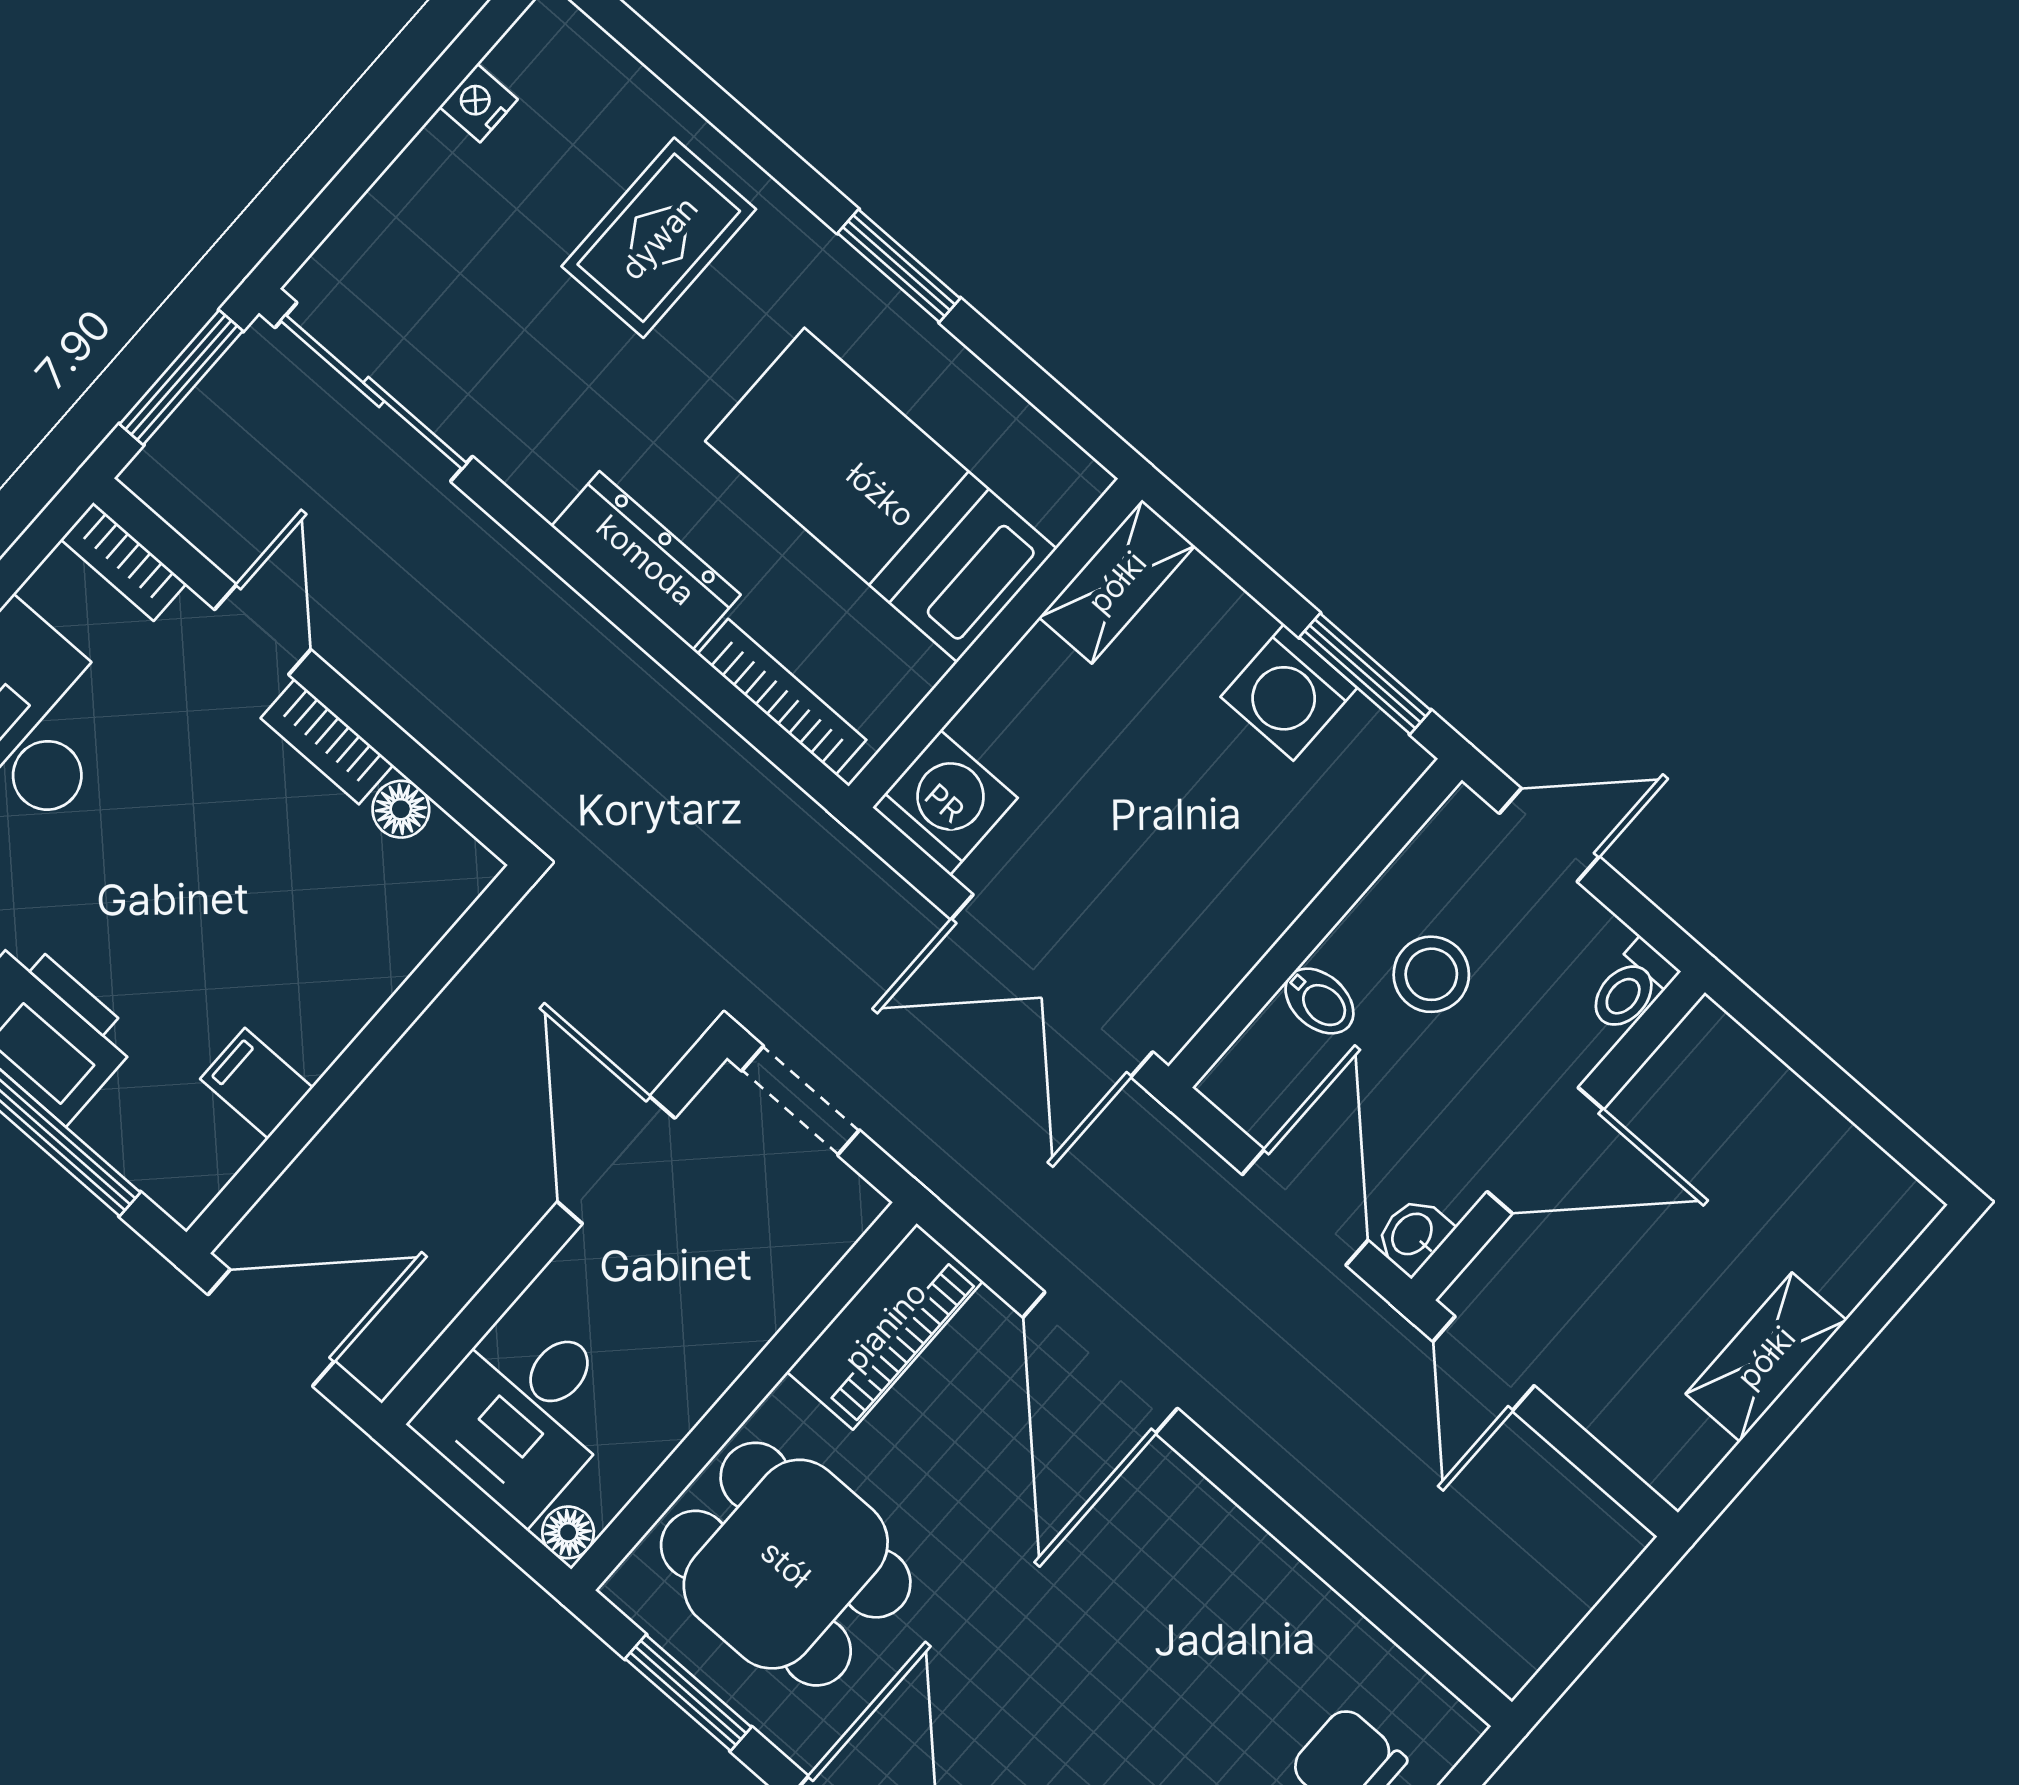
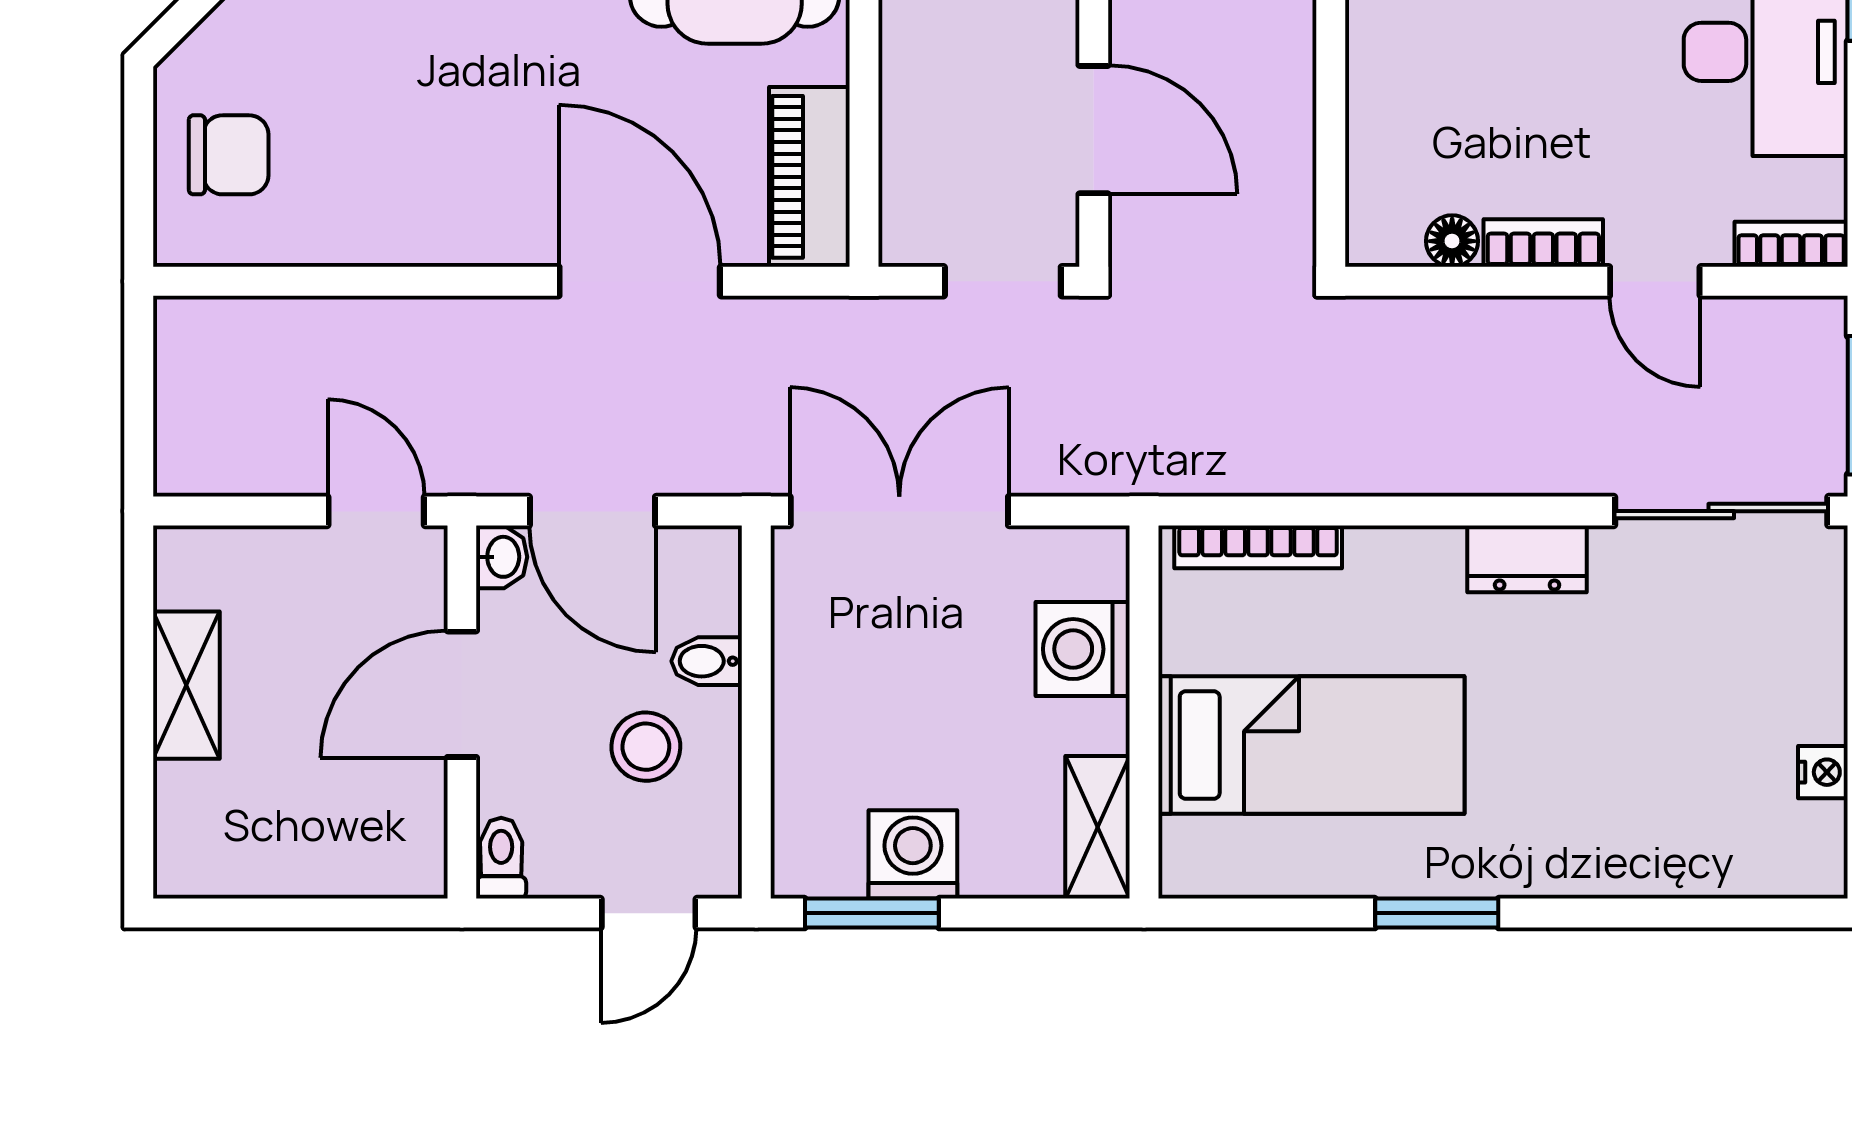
rug: (659, 238) -> (1618, 788), removed
dresser: (646, 560) -> (1527, 559), moved, width x0.70
washing machine: (945, 803) -> (1083, 649), moved, turned 90

